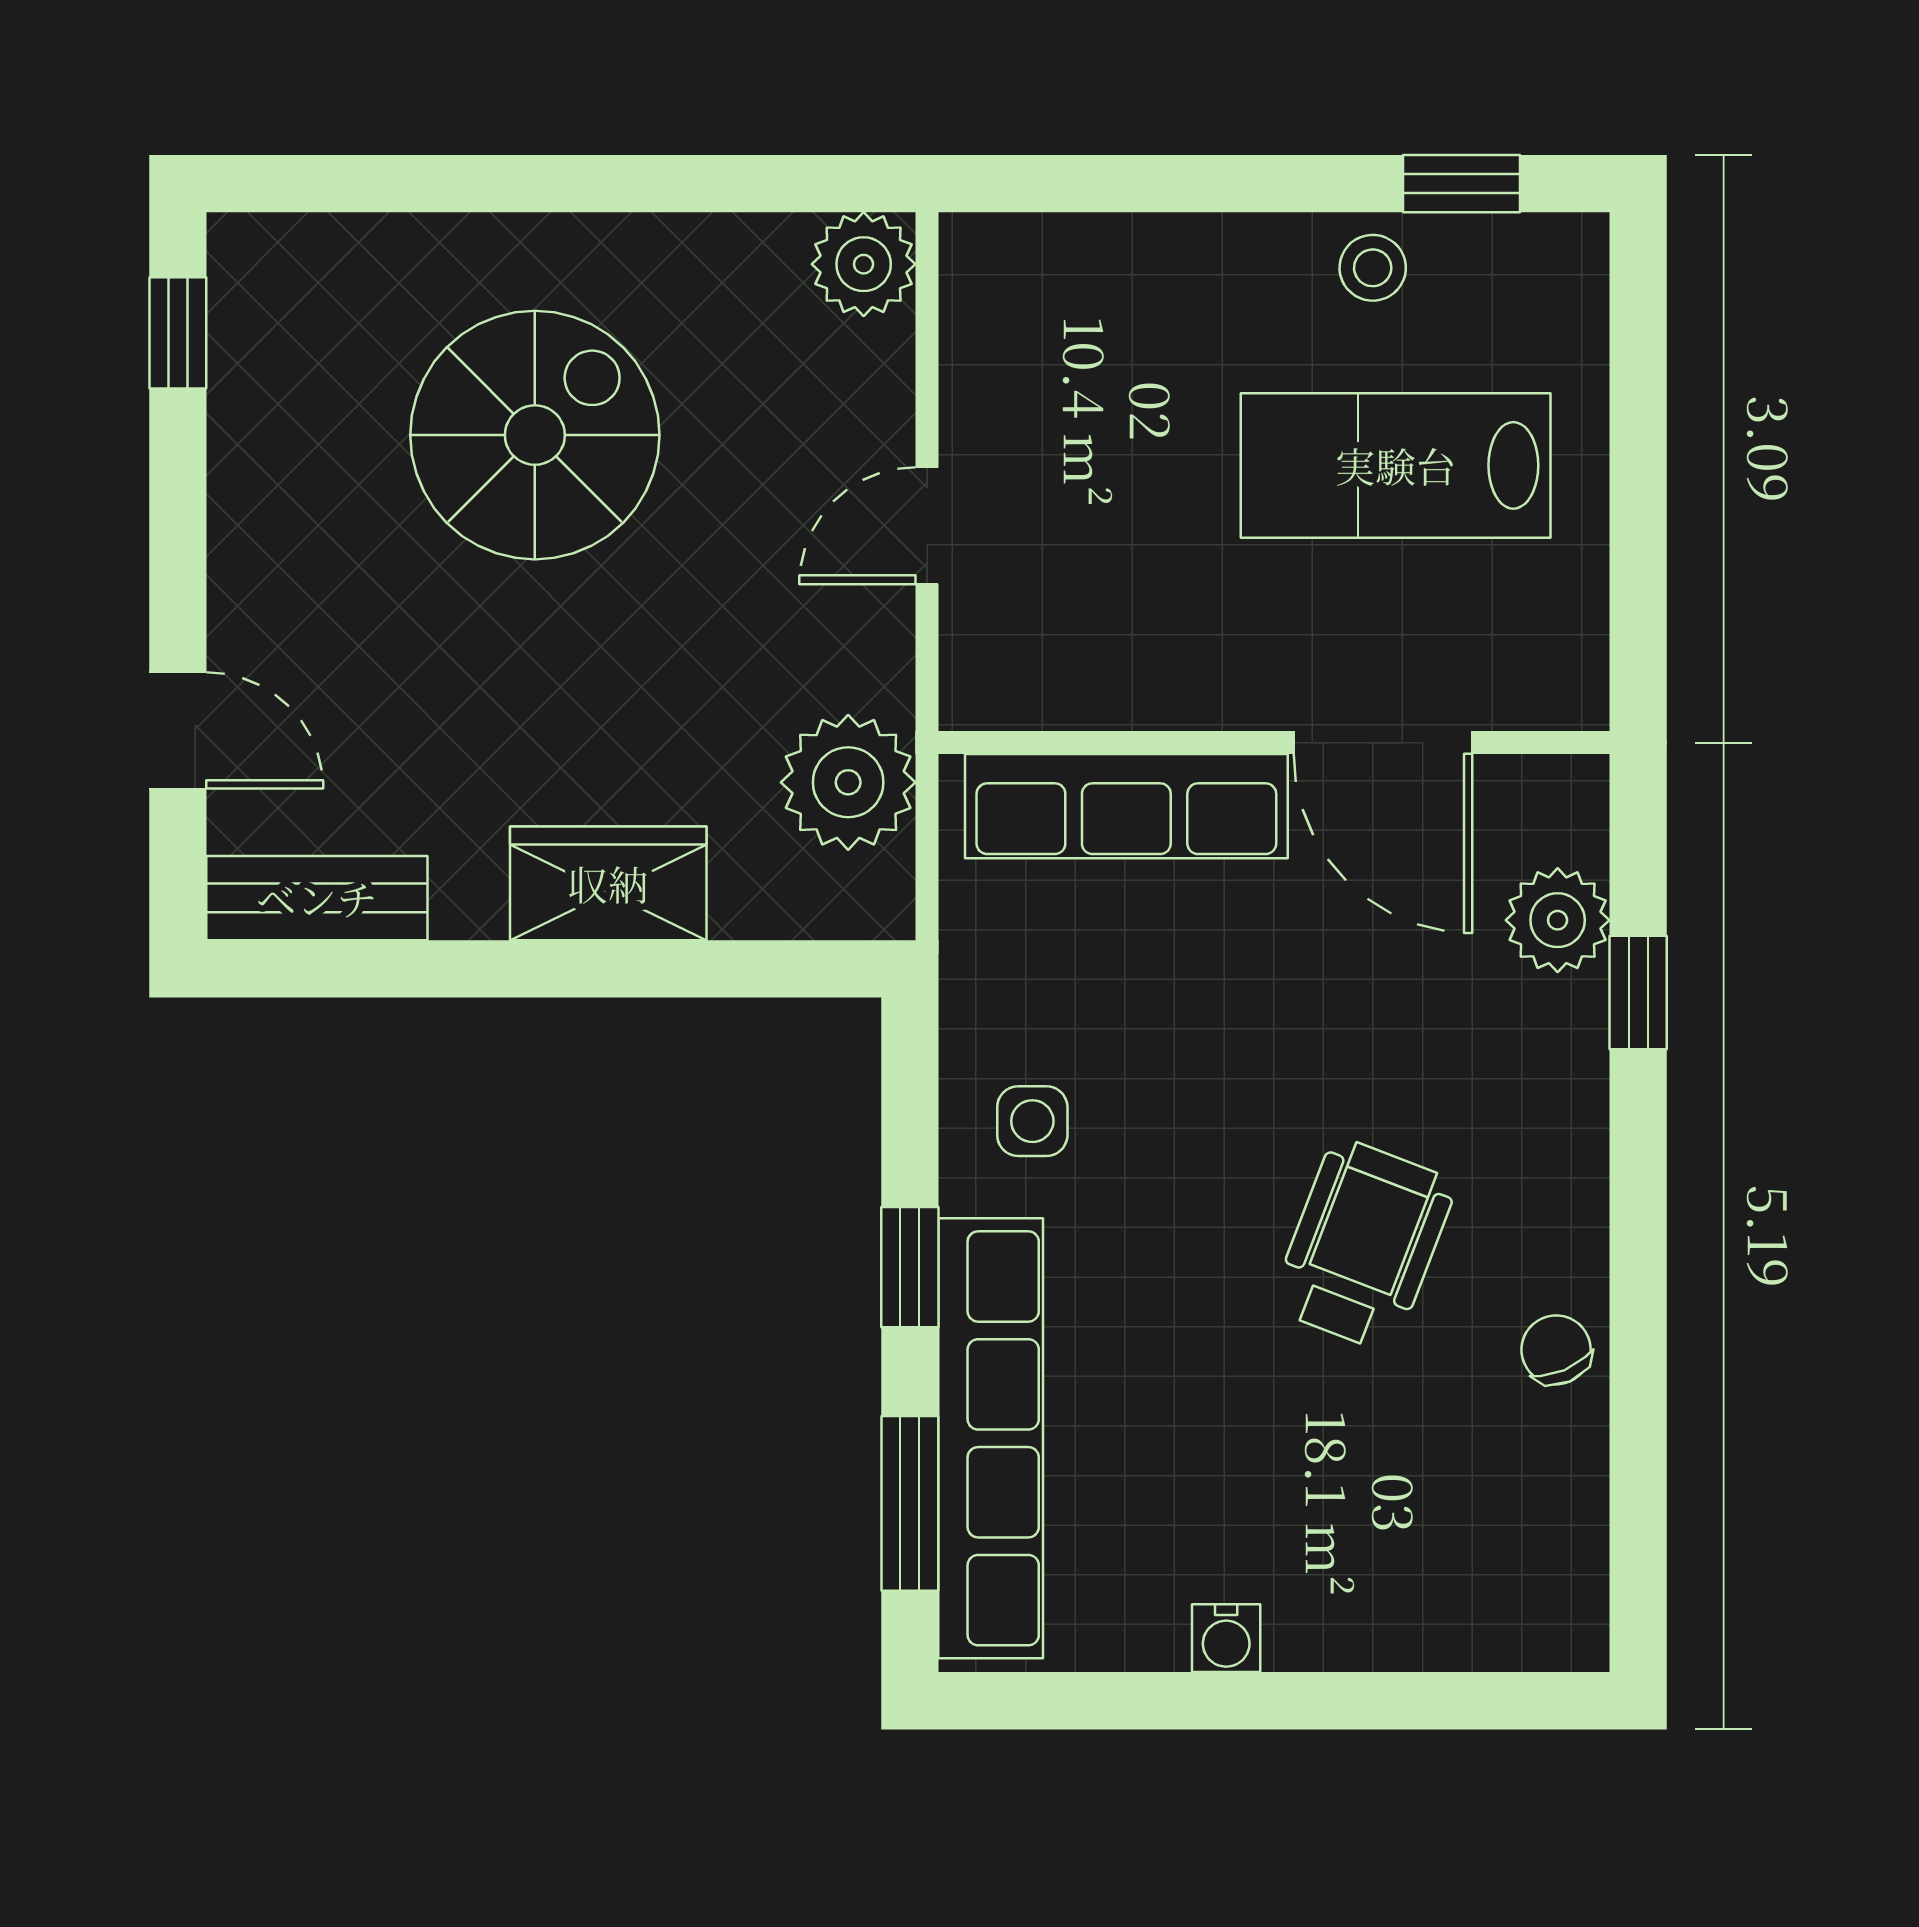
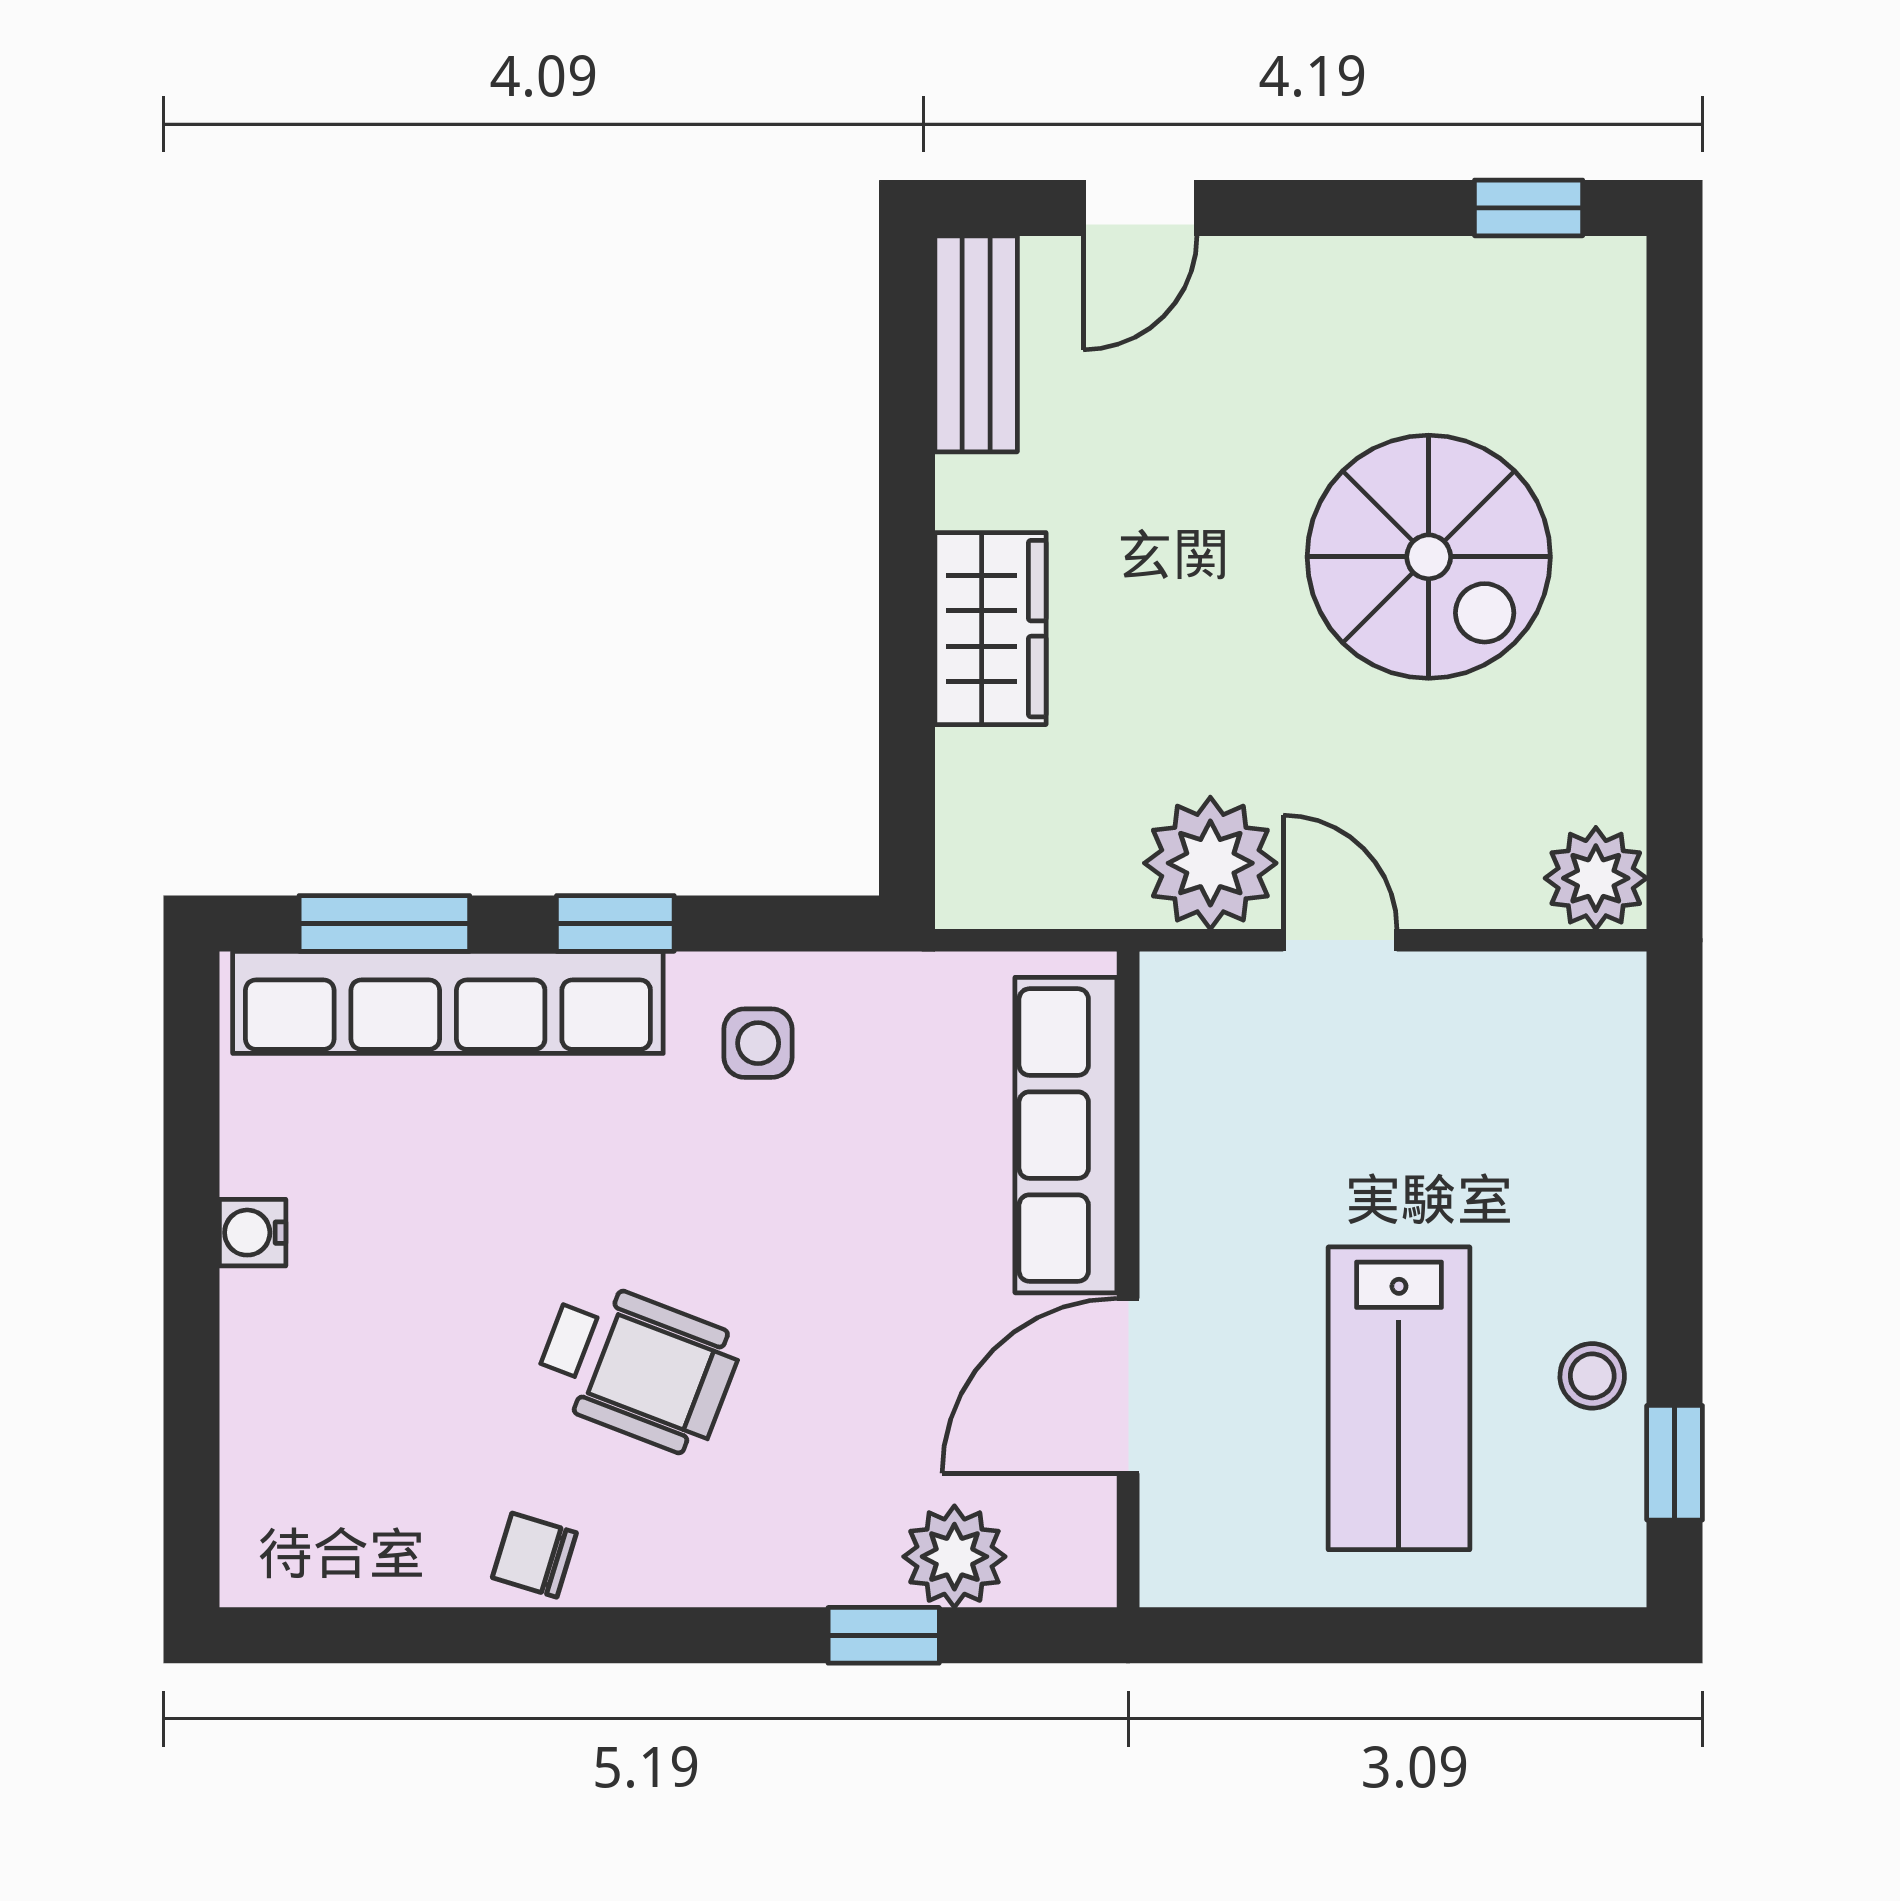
lab bench: (1396, 465) -> (1399, 1398), turned 180
plant: (848, 782) -> (1210, 863), moved
chair: (1556, 1350) -> (534, 1555), turned -140

